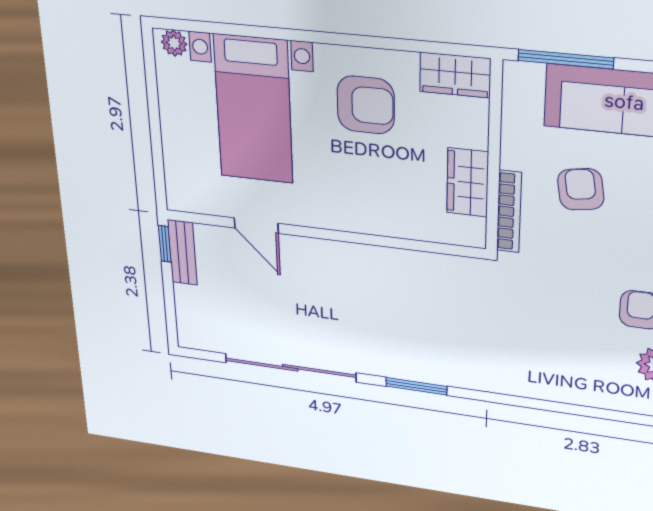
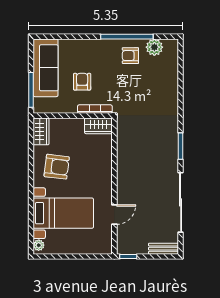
armchair: (366, 105) -> (57, 167), turned 97
wardrobe: (468, 182) -> (98, 126), moved
armchair: (581, 189) -> (82, 82), turned 99
bench: (182, 253) -> (163, 249), moved

